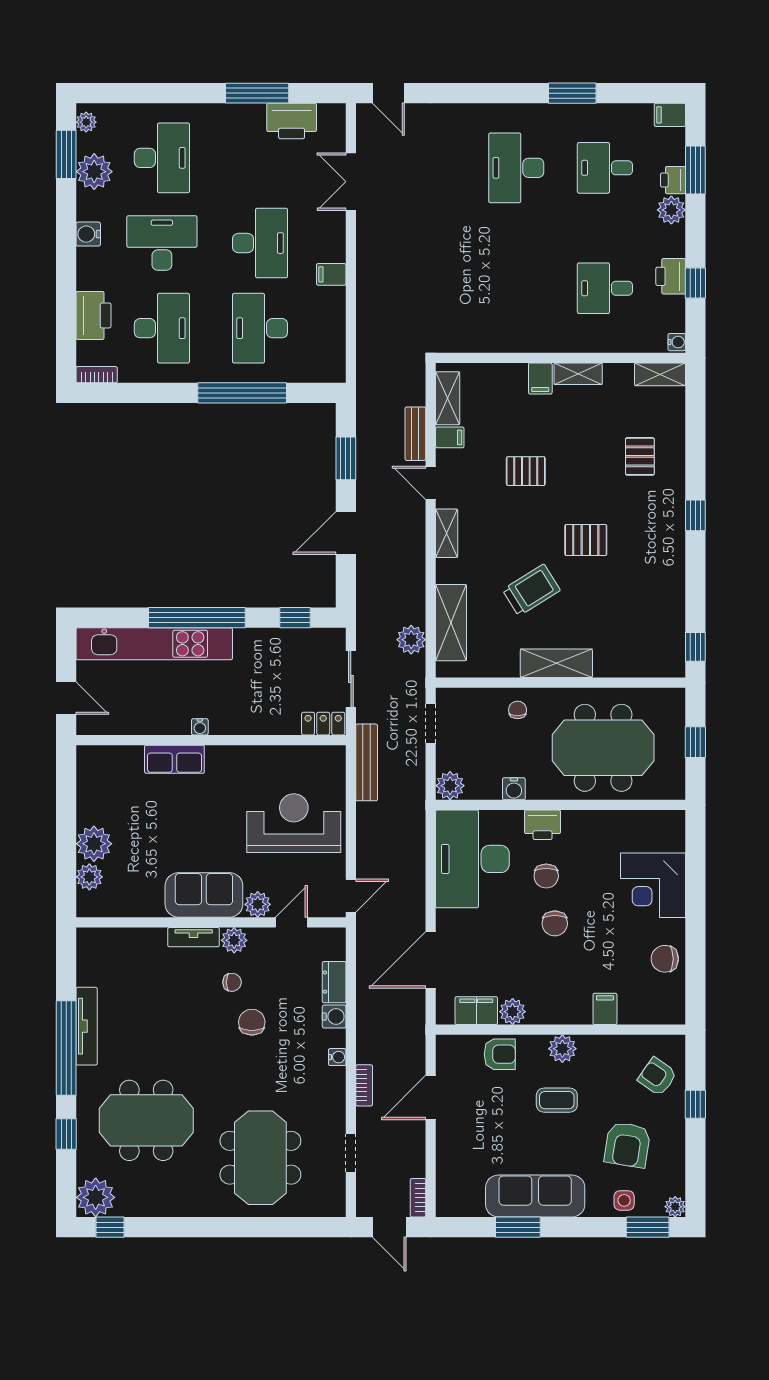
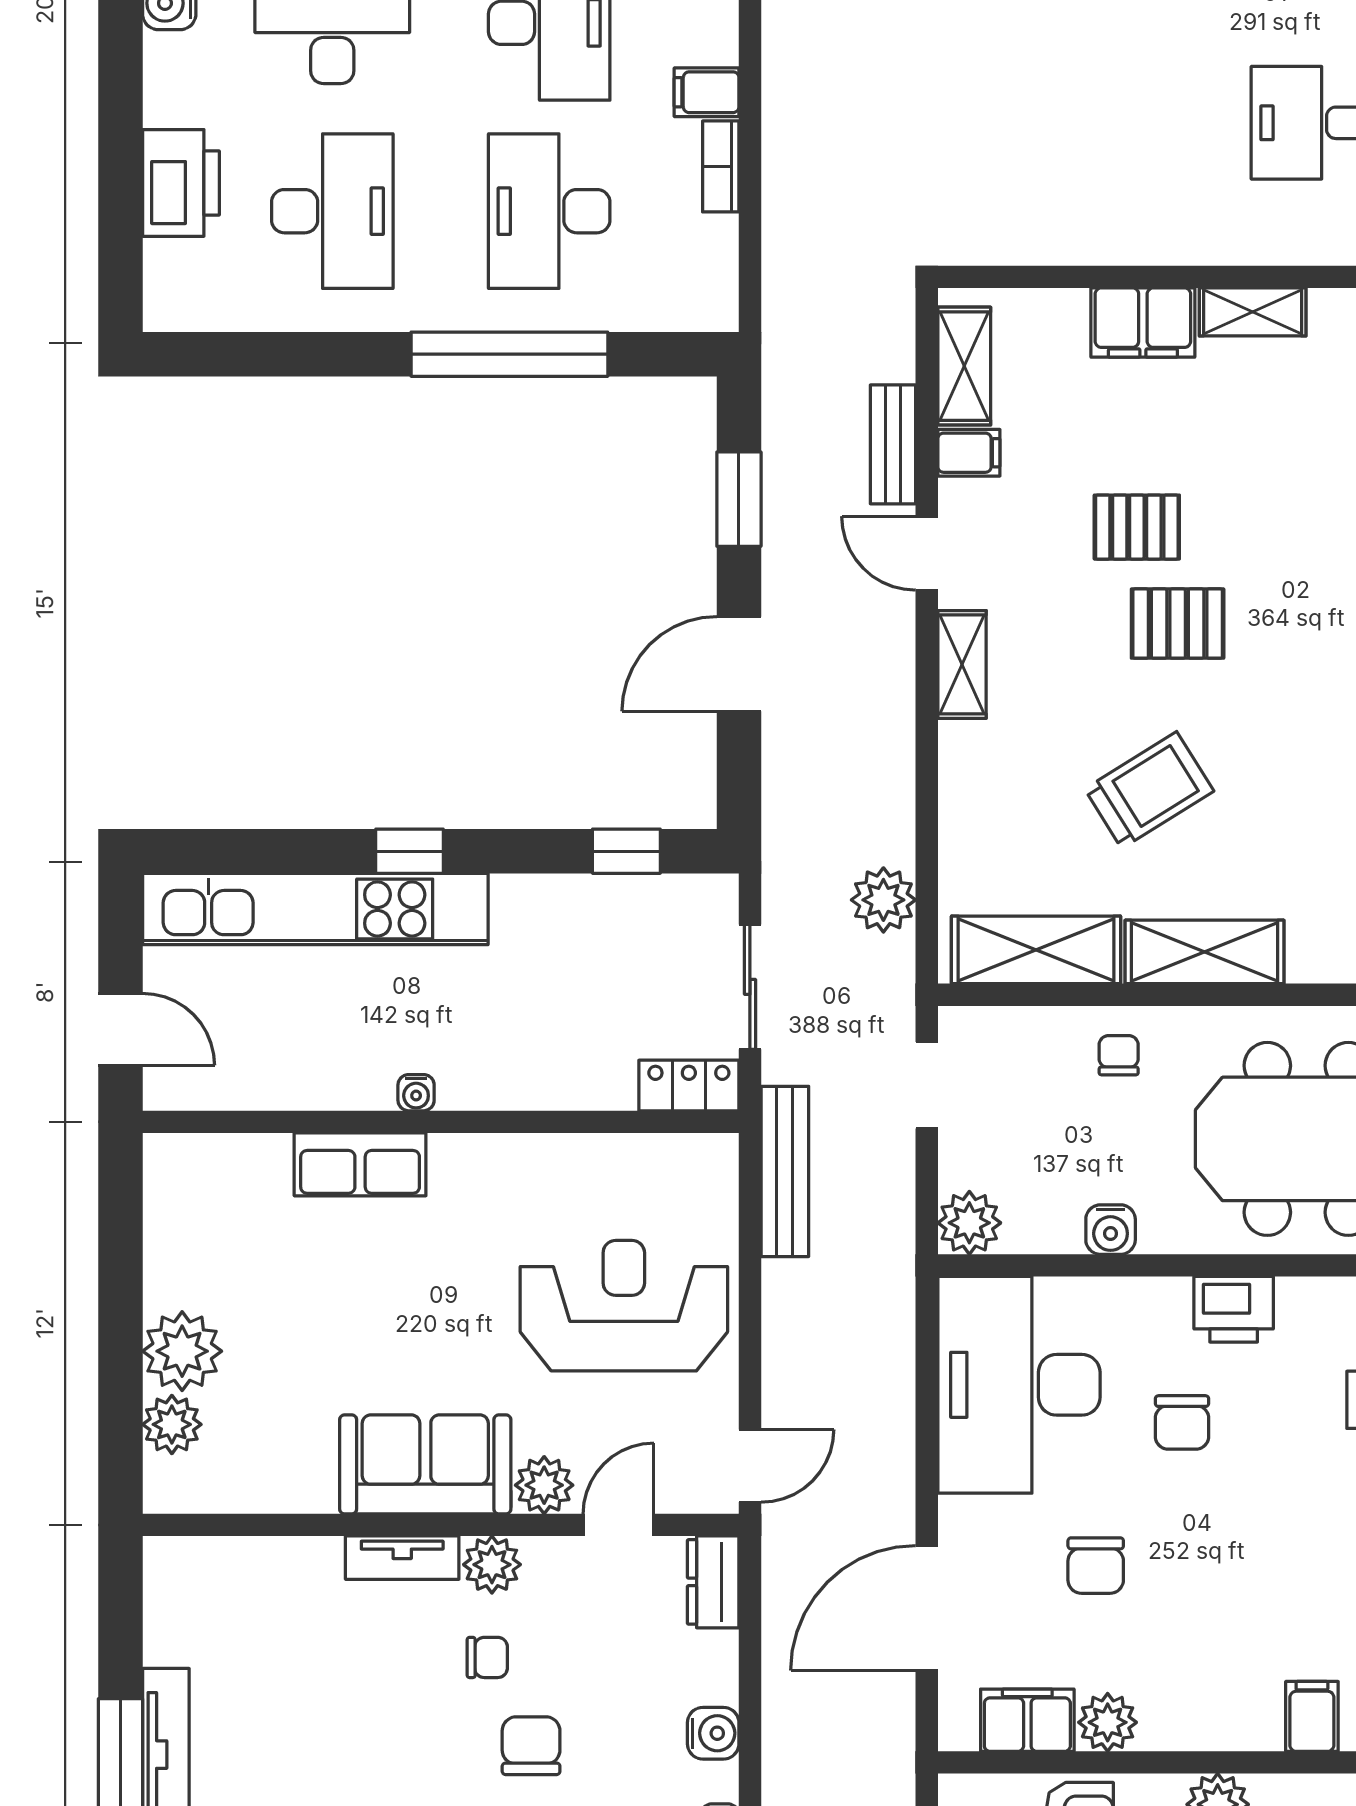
bookcase: (97, 375) -> (721, 166), moved, turned -90
filing cabinet: (540, 379) -> (1143, 323), width x2.00
pallet: (586, 540) -> (1178, 624), moved
window: (197, 618) -> (410, 851), width x0.32
shelving: (451, 623) -> (1036, 950), moved, turned 90
printer: (543, 825) -> (1234, 1309), moved
chair: (555, 923) -> (1096, 1566), moved
dresser: (334, 982) -> (713, 1582), moved

